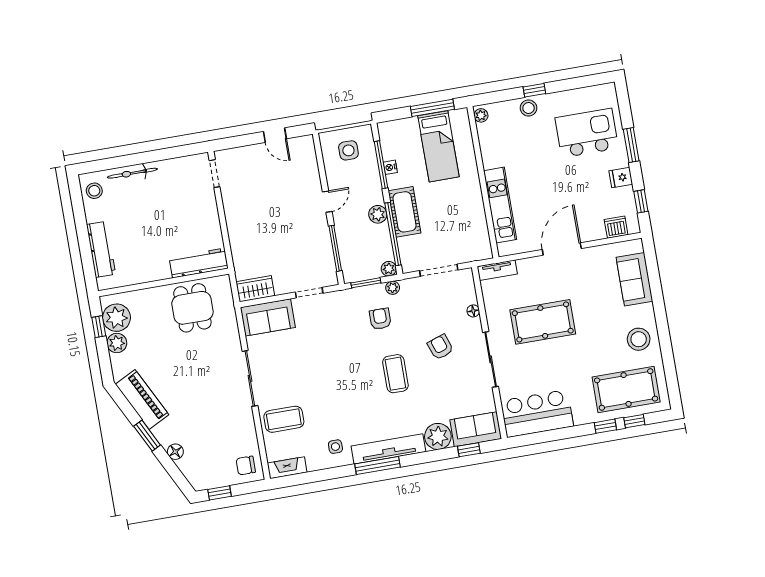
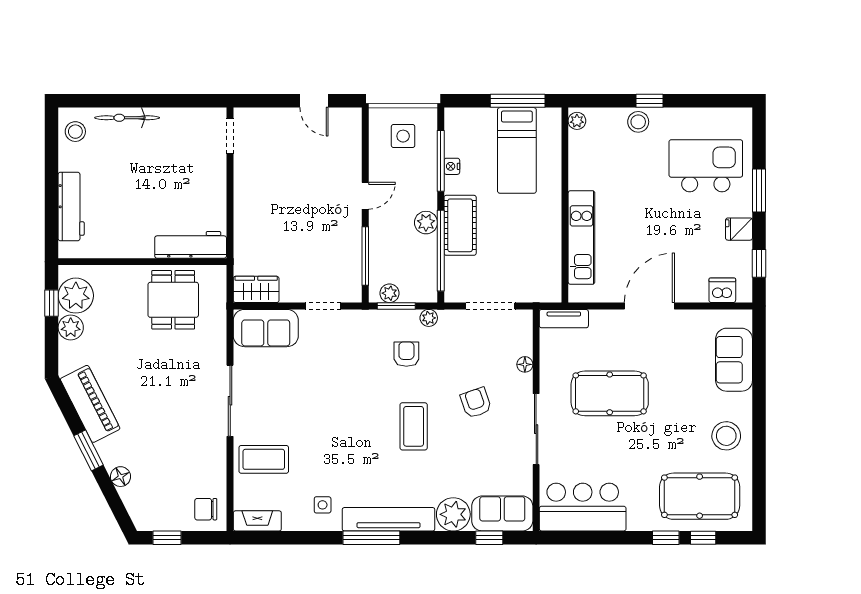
plant: (389, 269) -> (389, 293), moved

